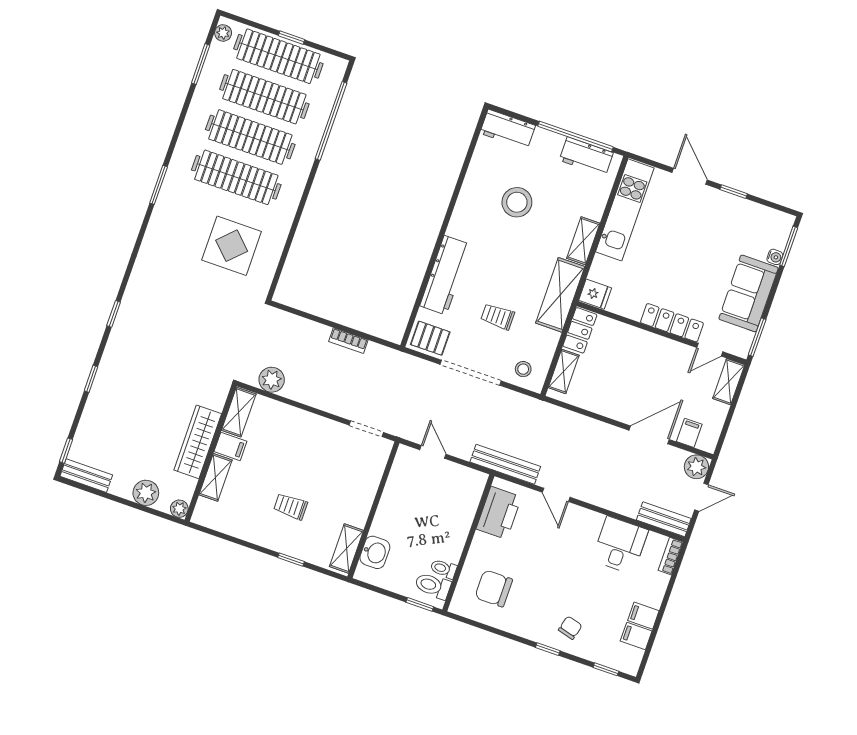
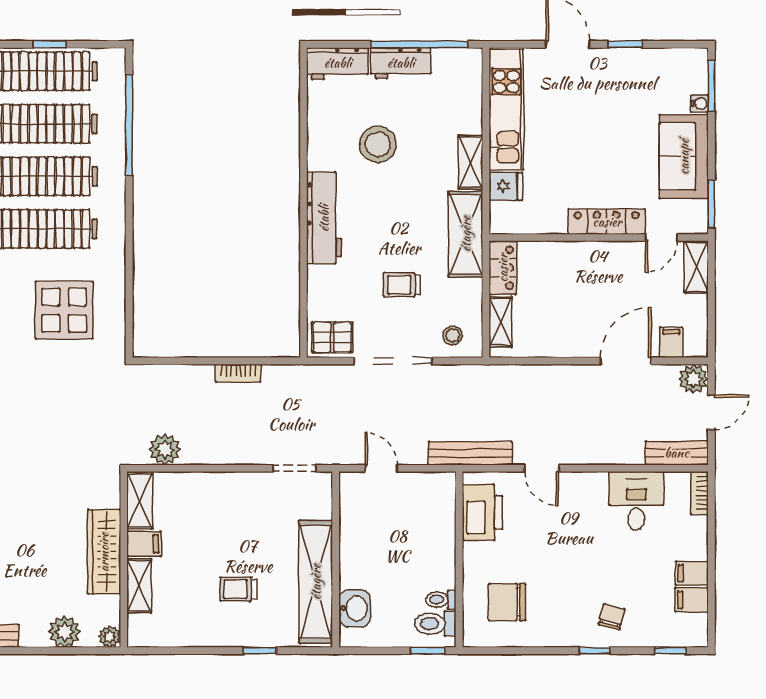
workbench: (586, 156) -> (401, 63), moved
workbench: (445, 275) -> (324, 218), moved
fridge: (595, 294) -> (506, 186), moved
shelving: (346, 548) -> (316, 582), width x2.20, depth x1.33

